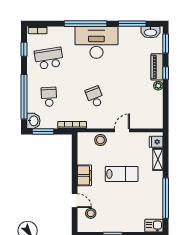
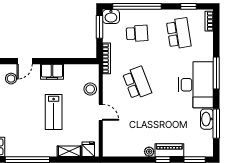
window: (86, 24) -> (216, 73), width x0.68
washbasin: (150, 32) -> (207, 119), moved
school desk: (95, 97) -> (137, 83), width x1.85

